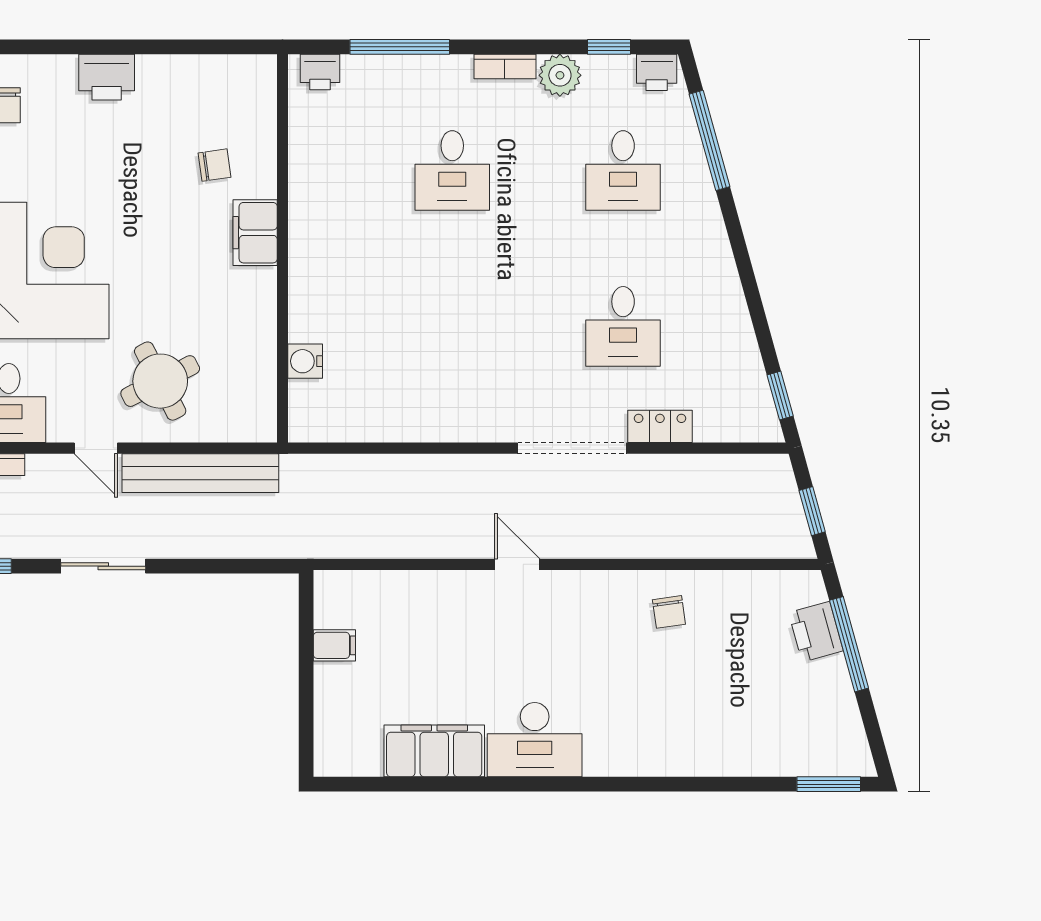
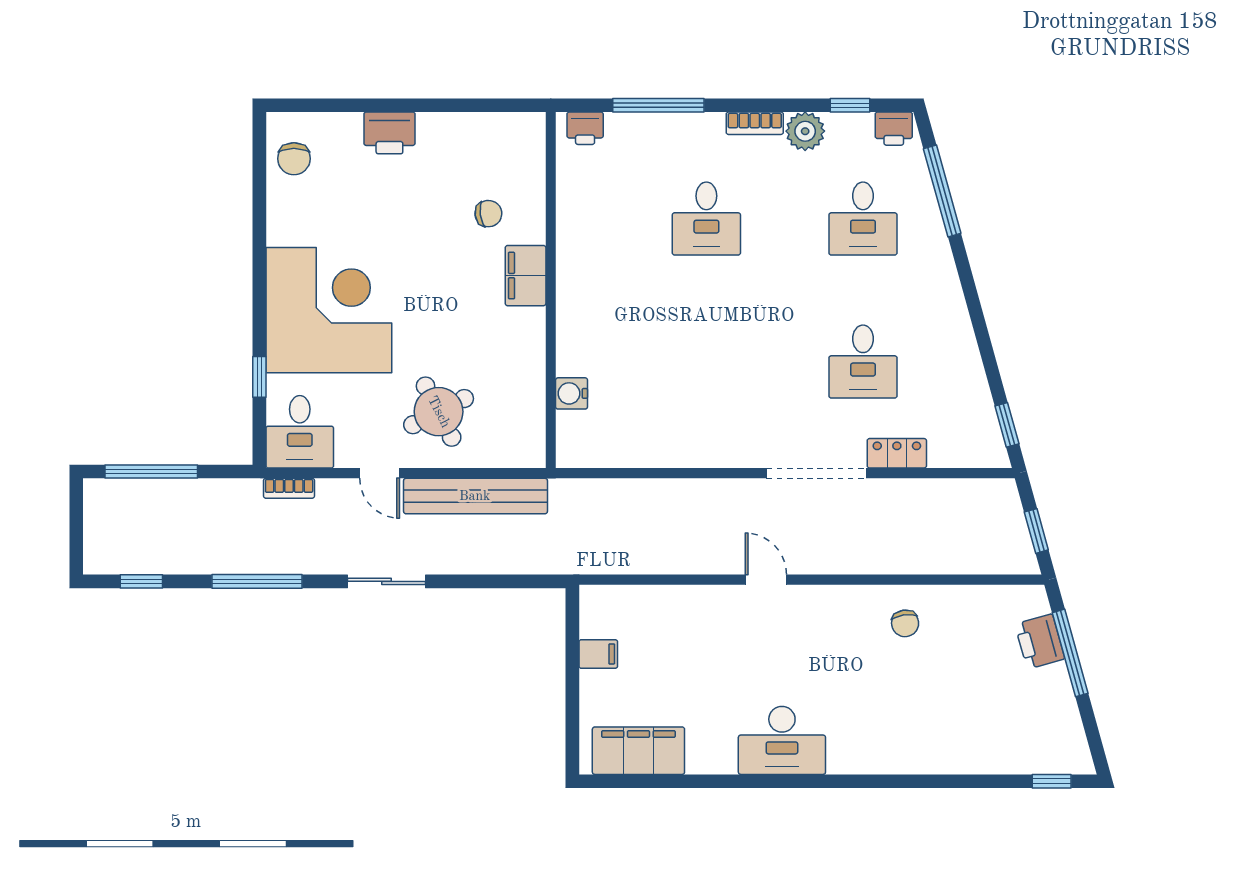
filing cabinet: (434, 751) -> (638, 751), moved
window: (829, 784) -> (1052, 781), width x0.67

